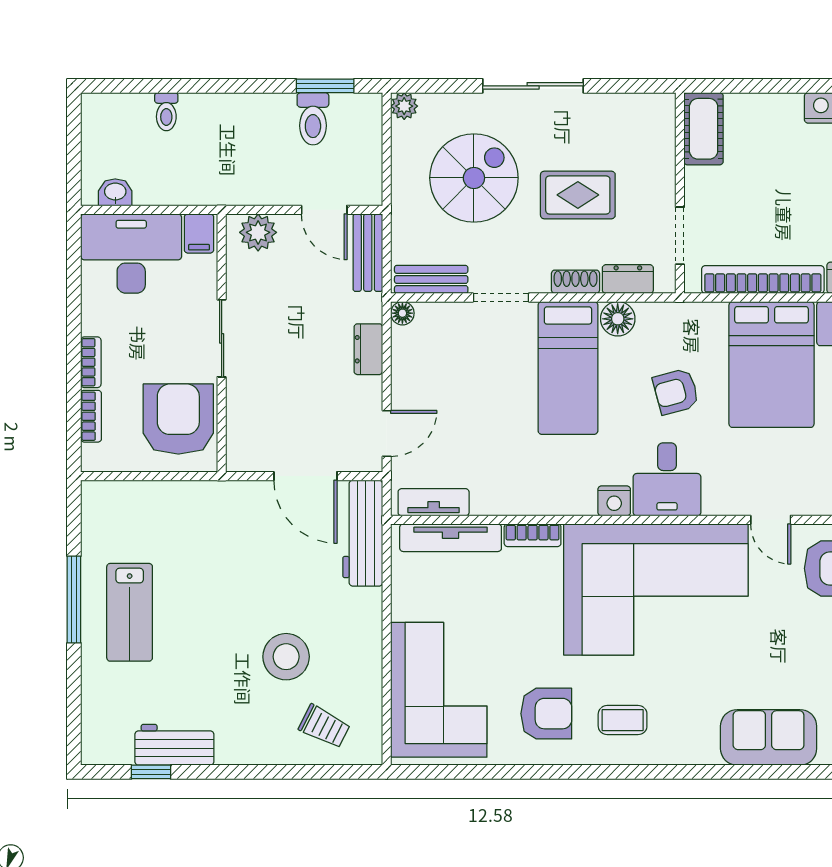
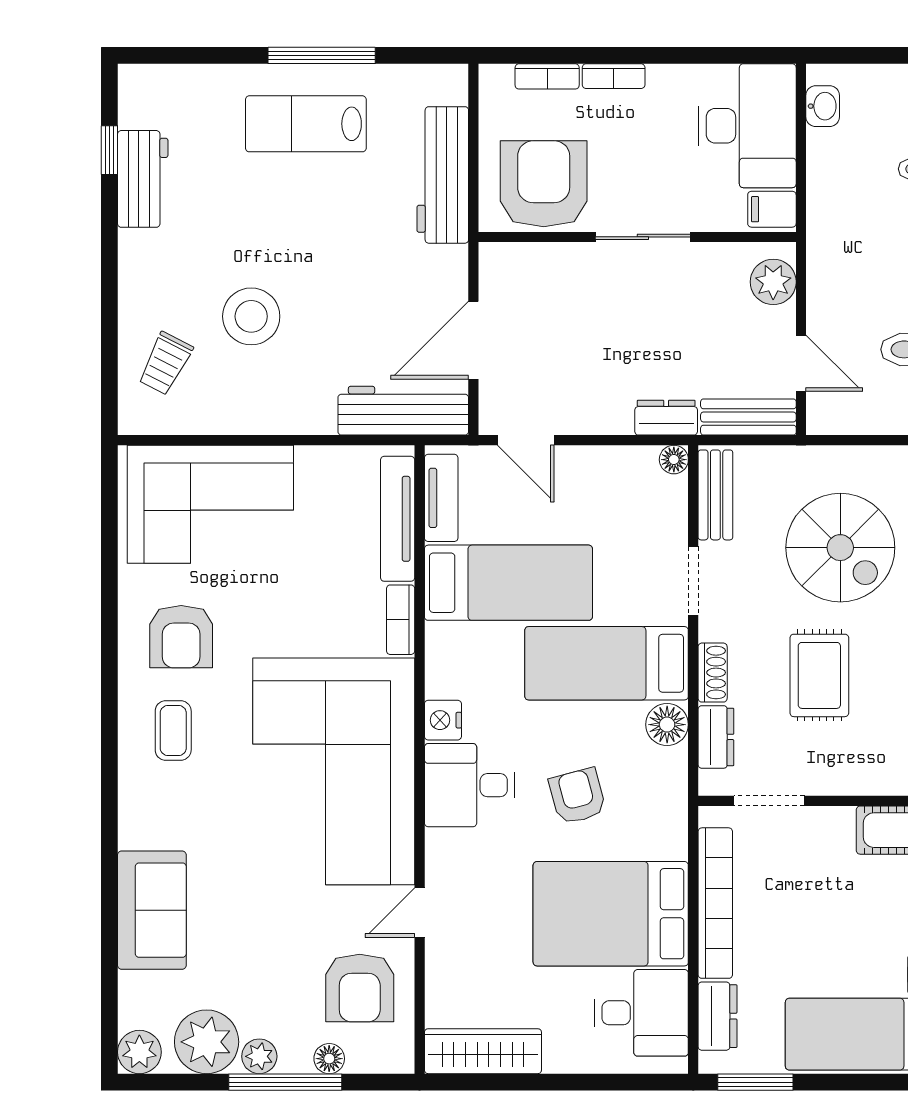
door: (324, 210) -> (801, 363), swing flipped
dresser: (368, 349) -> (666, 418), moved
armchair: (178, 419) -> (544, 184), turned -90
bed: (503, 448) -> (508, 583), added
workbench: (171, 501) -> (443, 175), added

